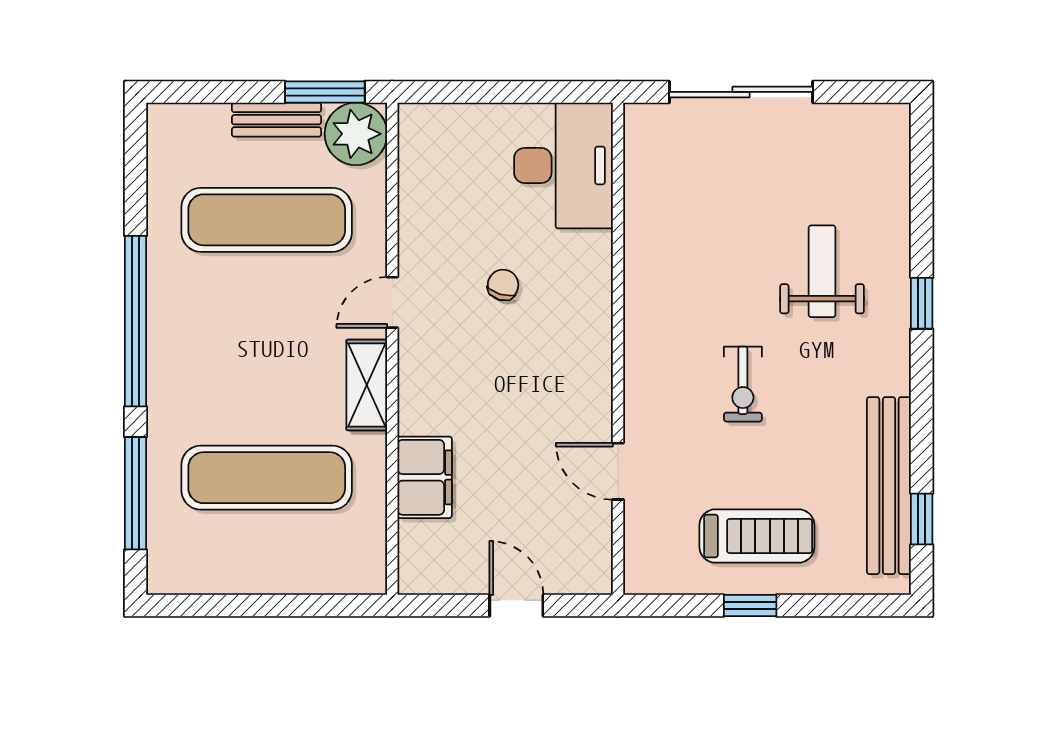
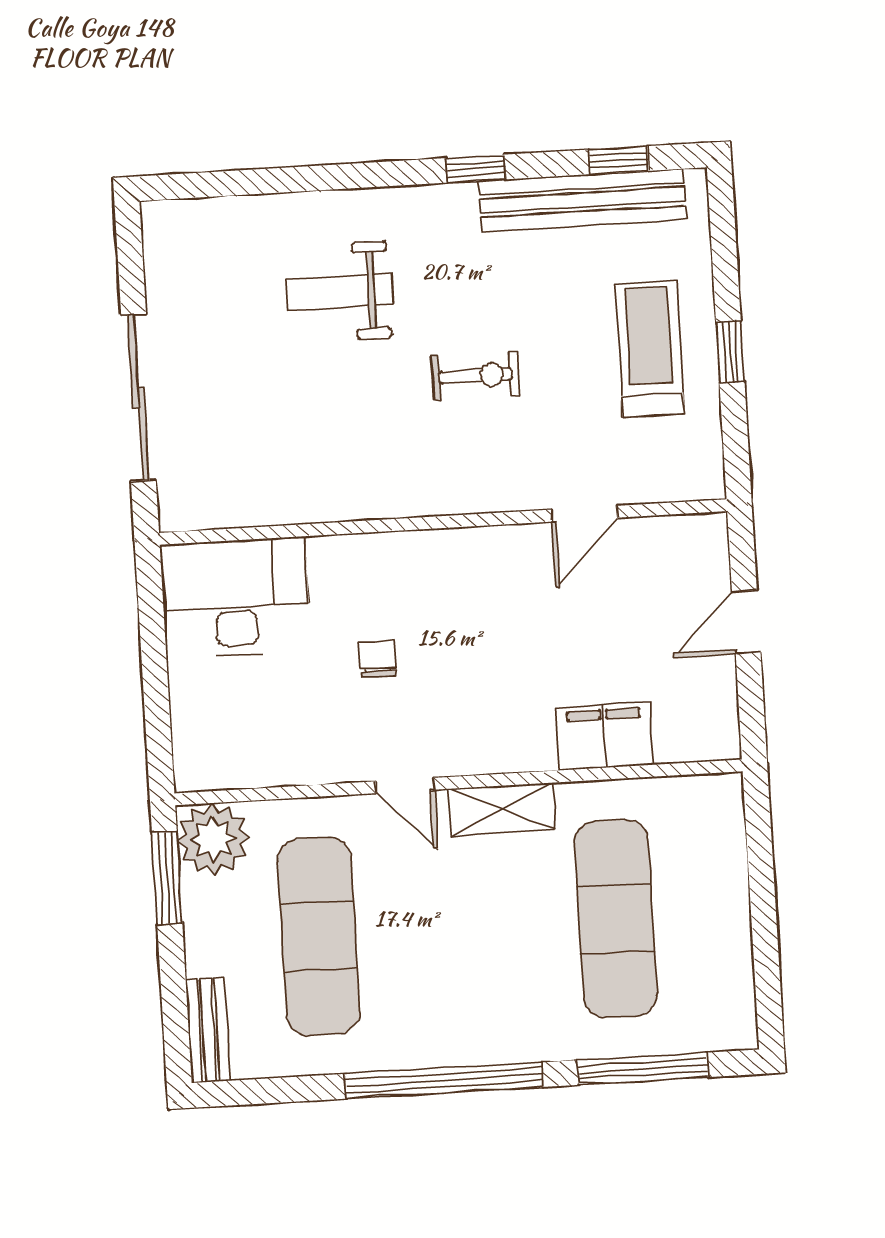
bench: (277, 120) -> (208, 1030), moved
chair: (503, 285) -> (377, 659), turned 73
window: (922, 303) -> (475, 169), moved

